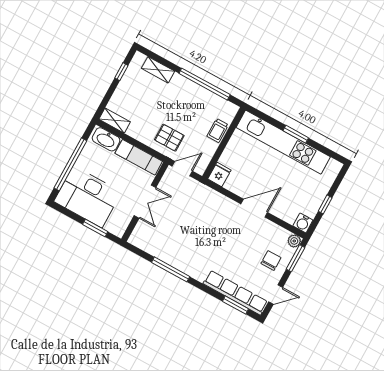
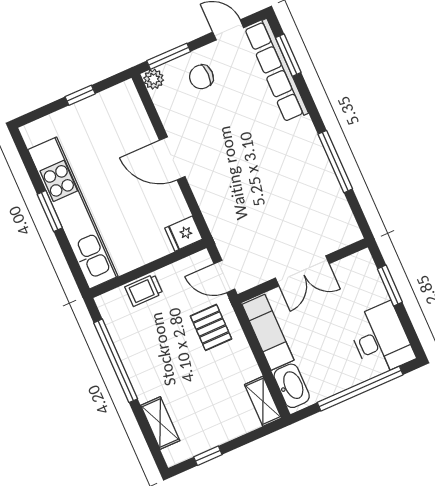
trolley: (218, 131) -> (144, 290), turned 180
desk: (88, 197) -> (381, 339), width x0.73, depth x0.77
double door: (145, 202) -> (302, 271), swing flipped
water cooler: (303, 223) -> (126, 93), removed

